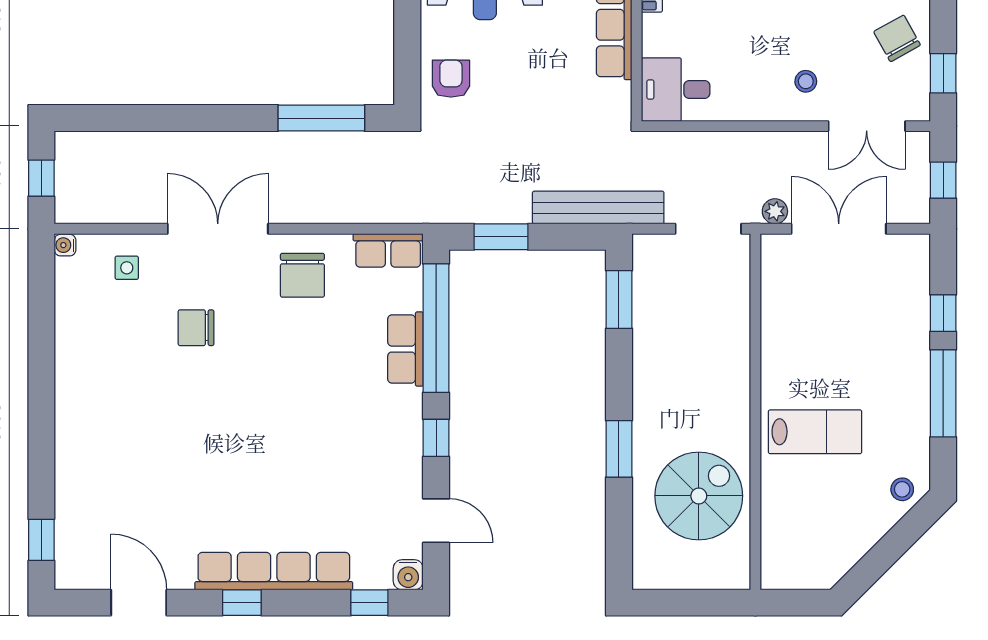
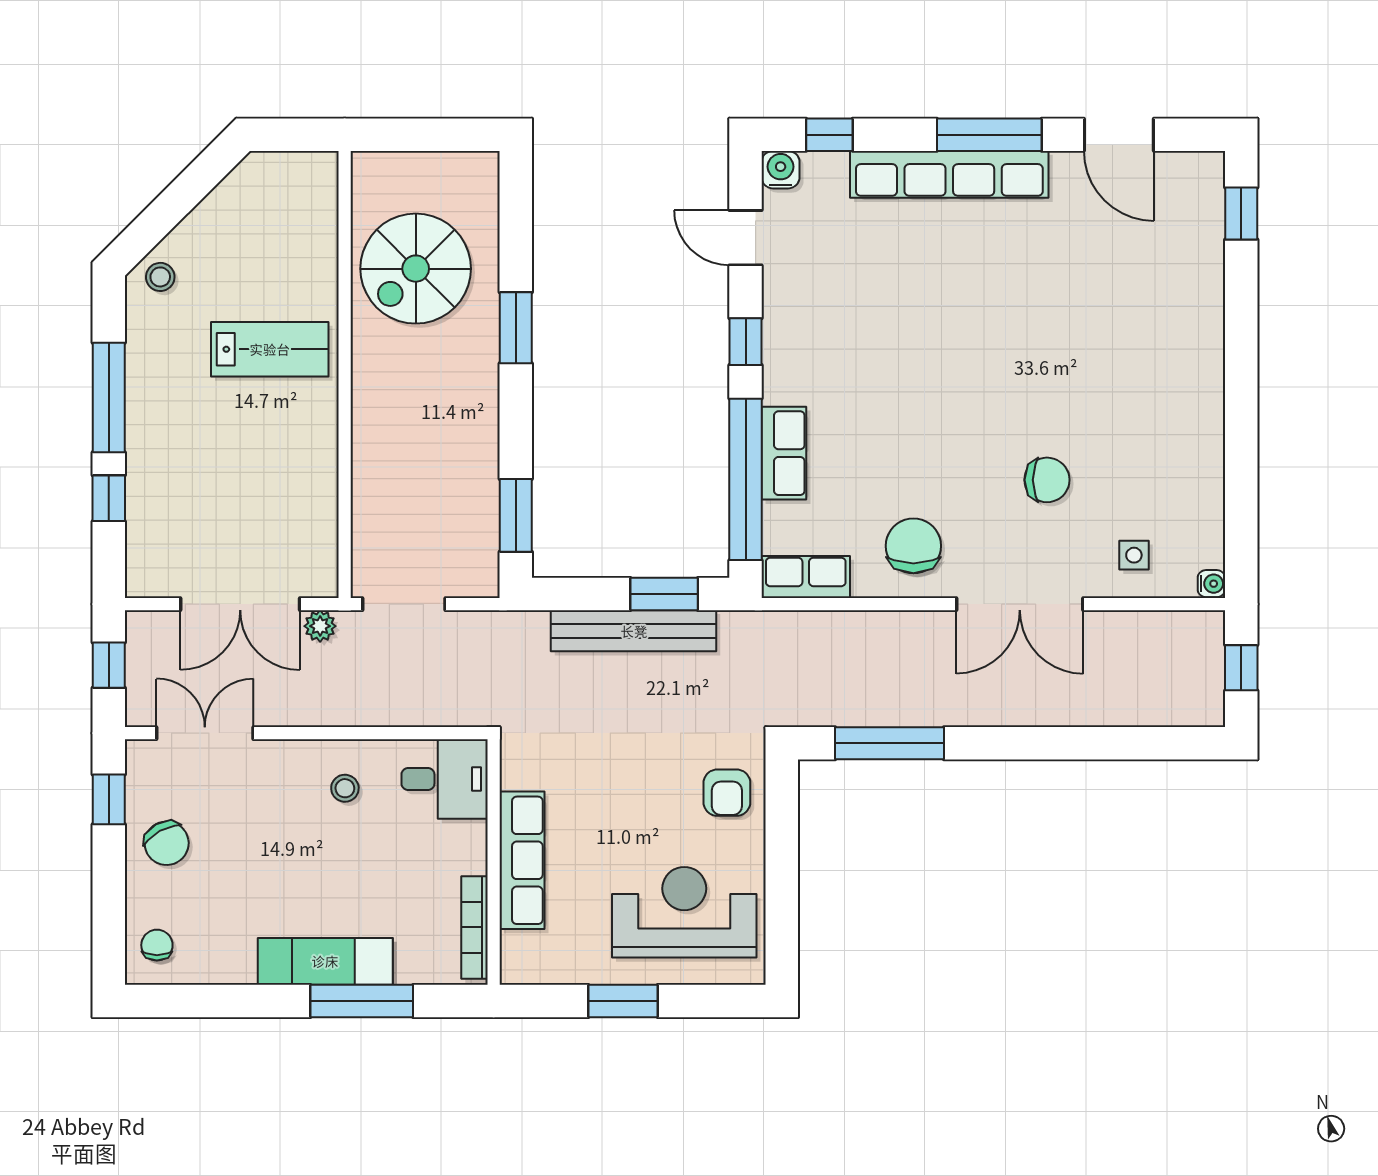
stool: (806, 81) -> (345, 788), moved
bench: (598, 208) -> (634, 631), moved
lab bench: (815, 432) -> (270, 349), turned 180
window: (242, 603) -> (989, 135), width x2.17

